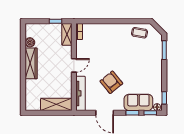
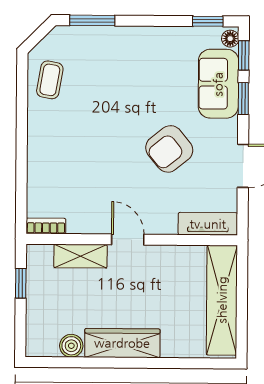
shelving: (67, 34) -> (80, 256), moved
tv unit: (81, 93) -> (208, 224), width x0.71
shelving: (56, 104) -> (222, 300), width x1.47

